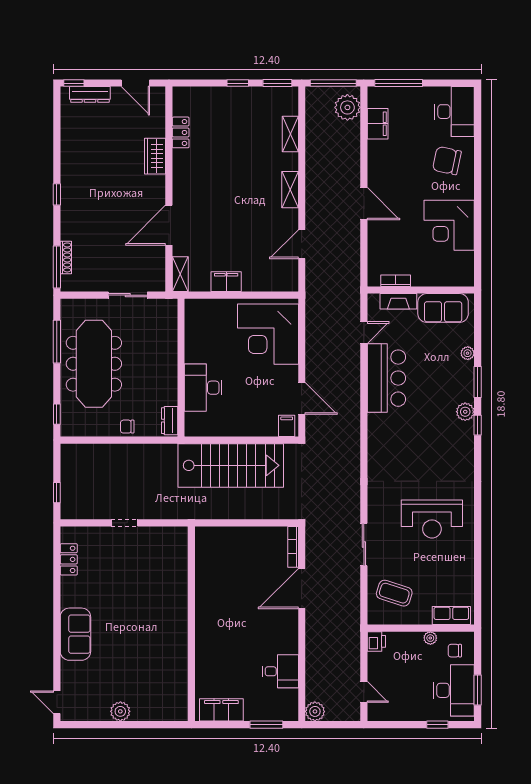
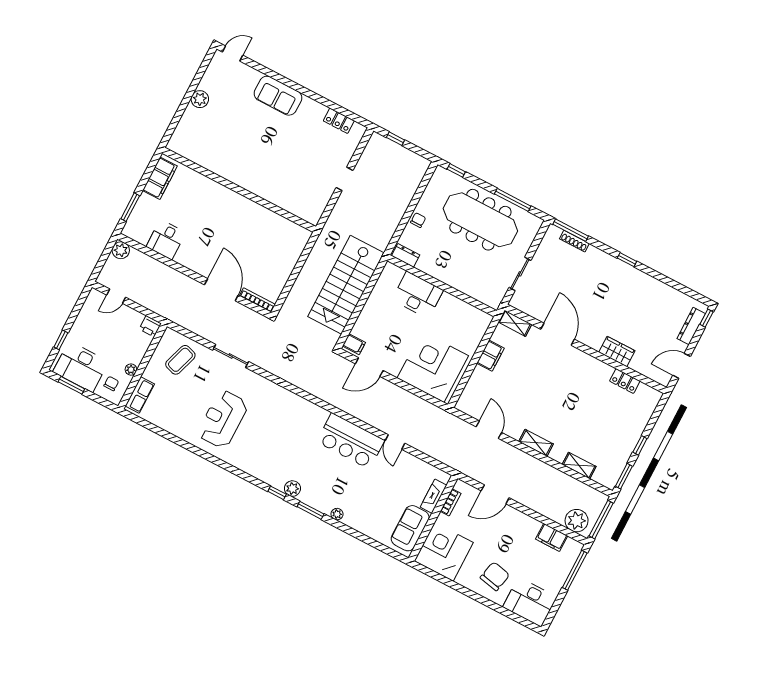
bookcase: (396, 281) -> (451, 502), moved
wall: (421, 290) -> (433, 518), moved
fireplace: (398, 301) -> (433, 496), moved
sofa: (443, 308) -> (410, 528), moved

